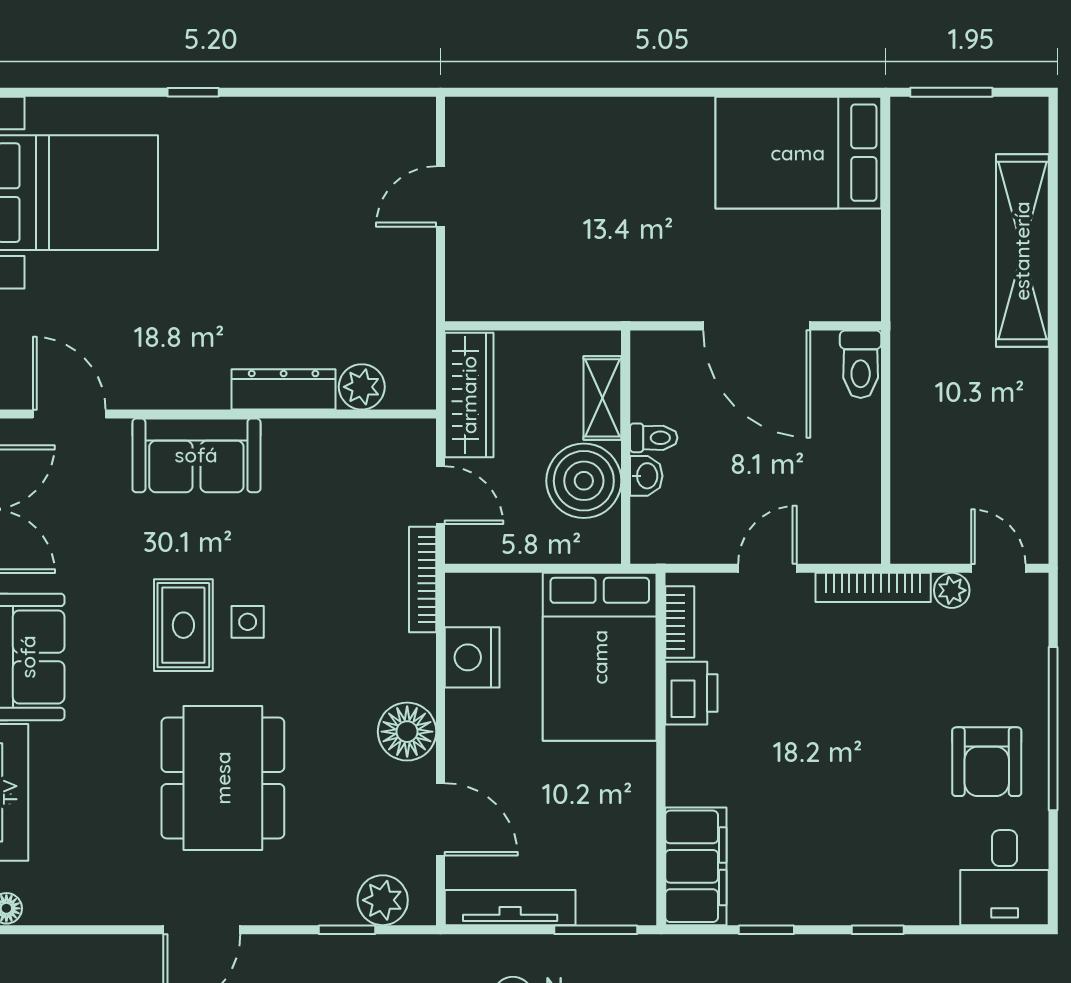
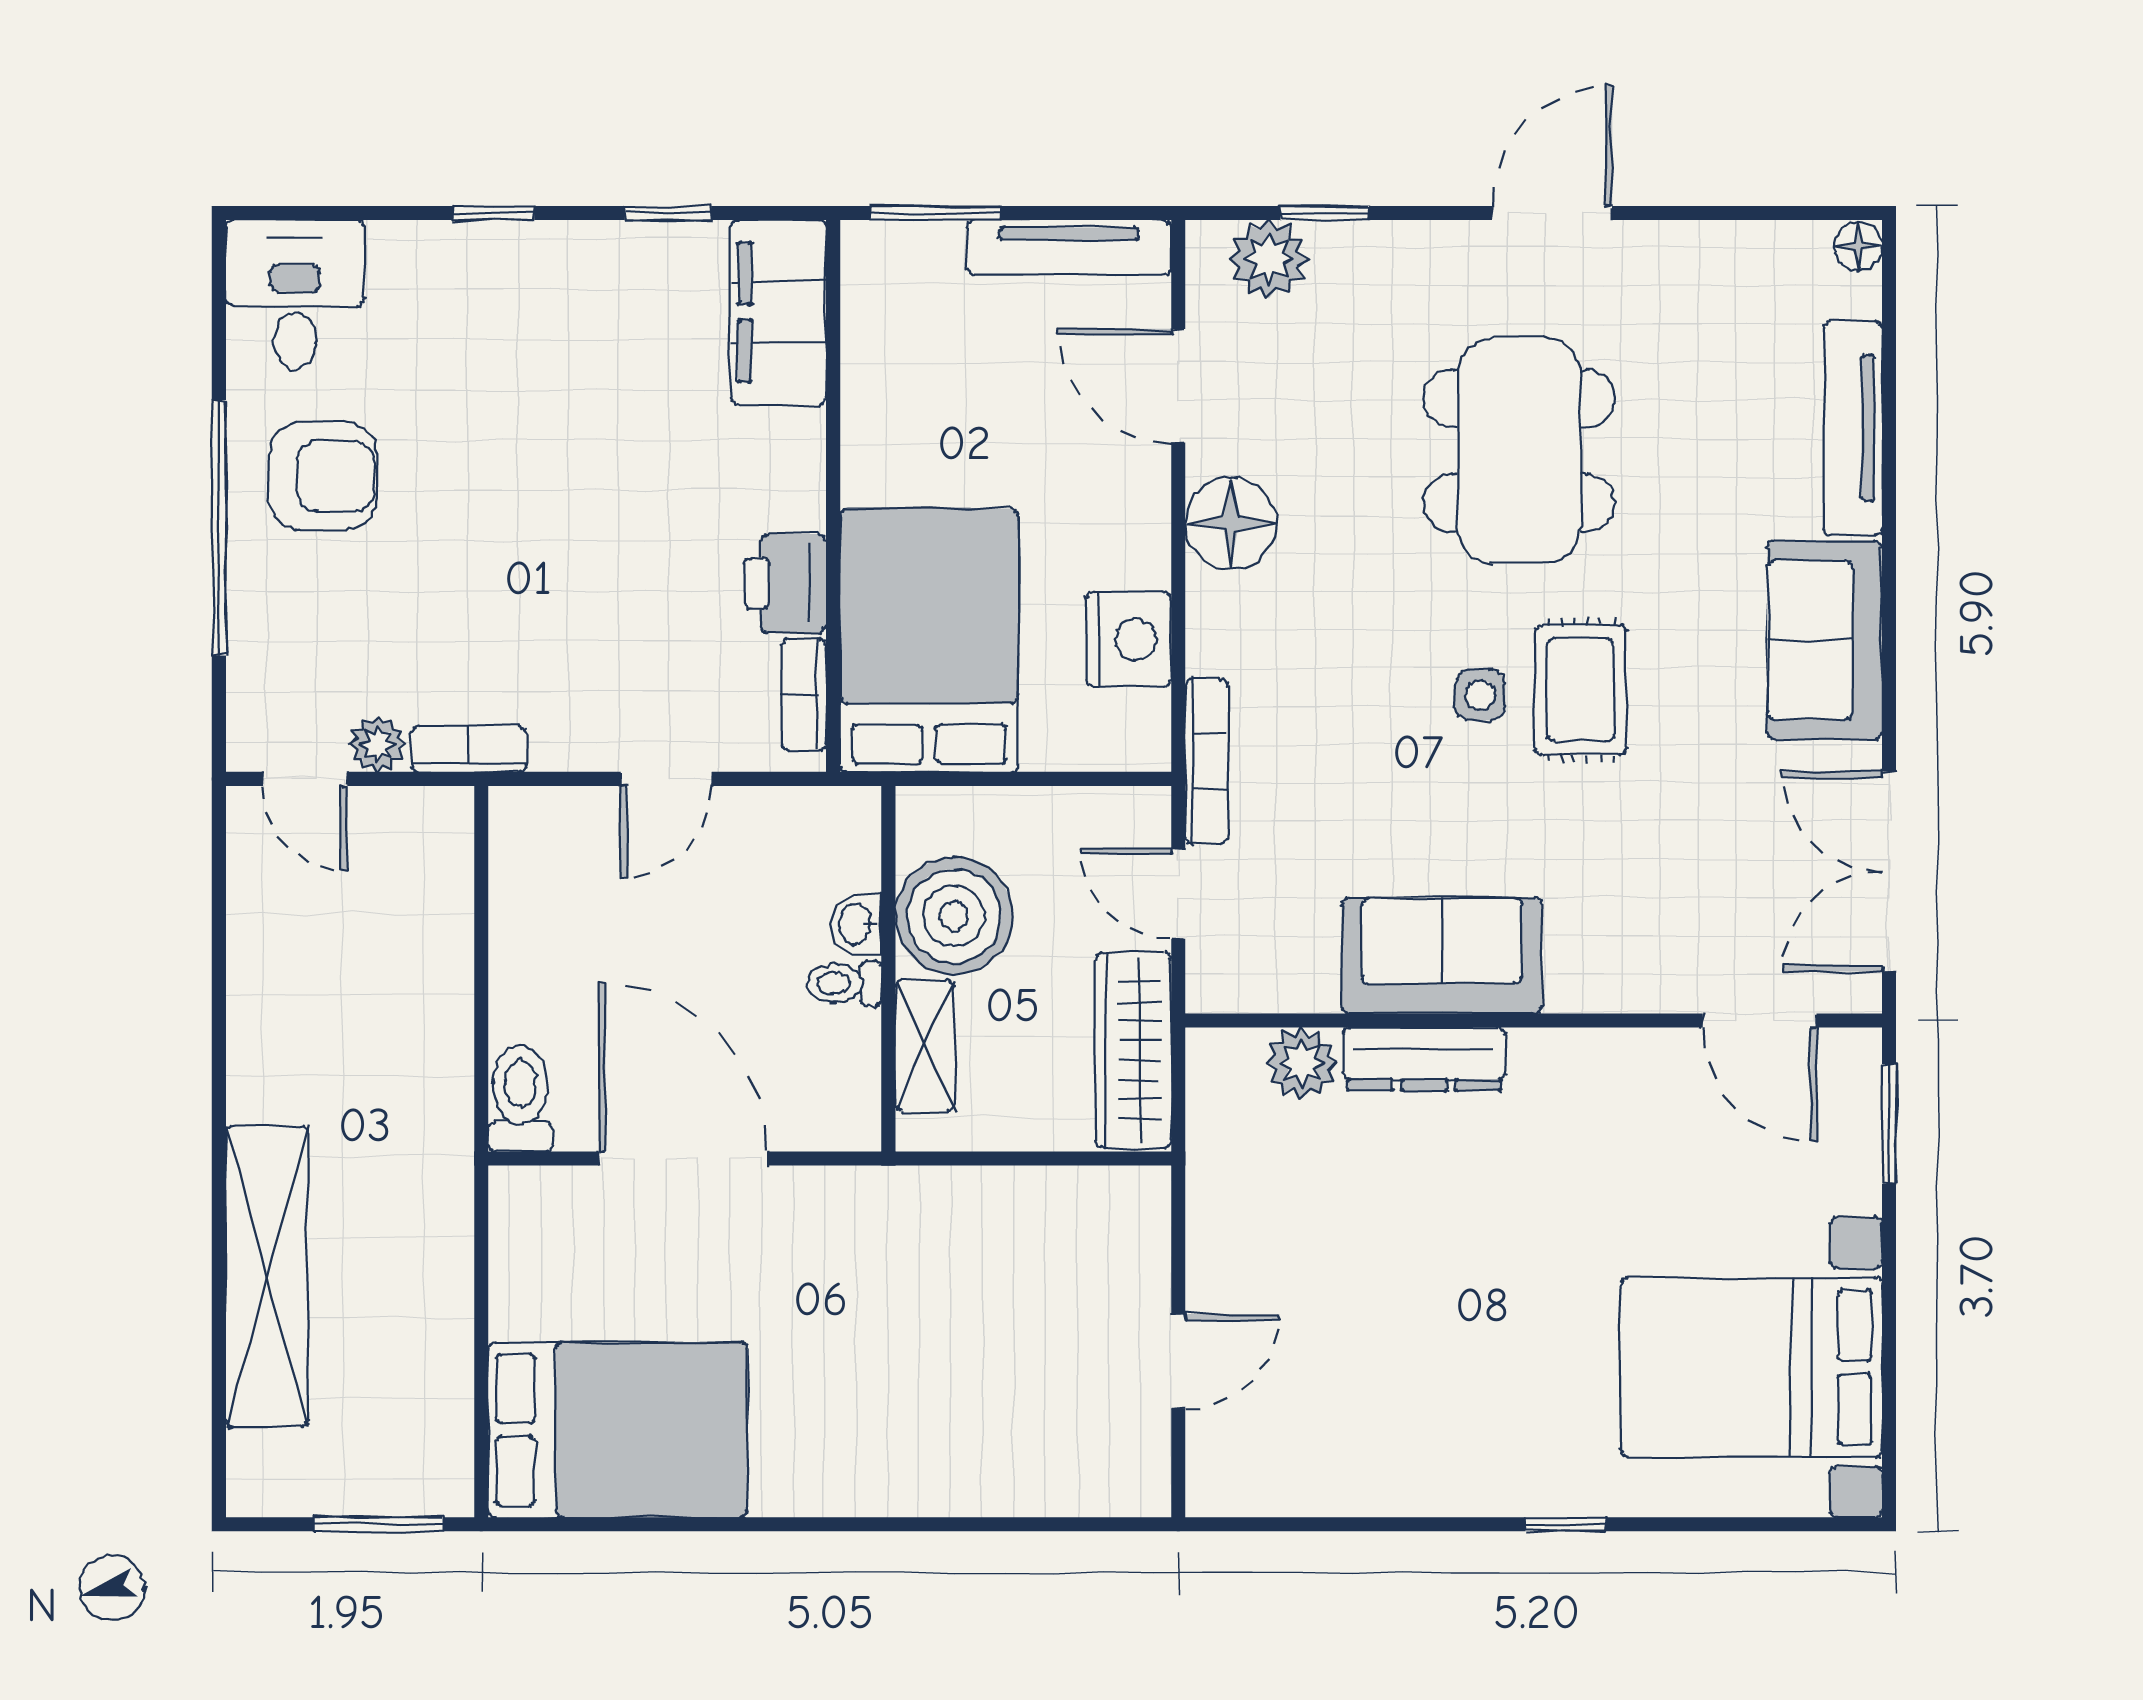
sofa: (196, 455) -> (1442, 956), moved
bookcase: (873, 587) -> (468, 749), width x0.64
armchair: (987, 762) -> (323, 476), turned 90

